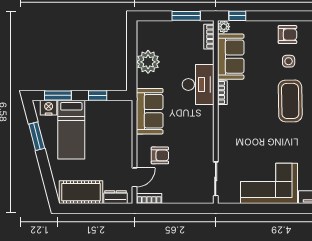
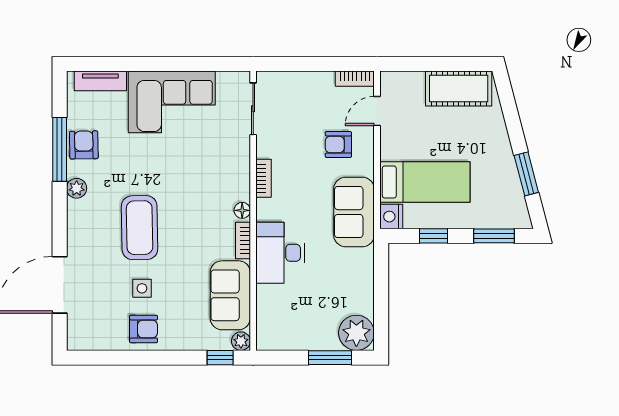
window: (186, 16) -> (330, 358), moved
armchair: (287, 35) -> (144, 329), turned 180
bookcase: (209, 37) -> (264, 178), moved
plant: (148, 62) -> (356, 333), moved
nightstand: (49, 108) -> (391, 217), moved, turned 90
floor lamp: (223, 112) -> (242, 210), added
bed: (71, 130) -> (425, 182), moved, turned 90
dresser: (115, 197) -> (406, 81), removed

